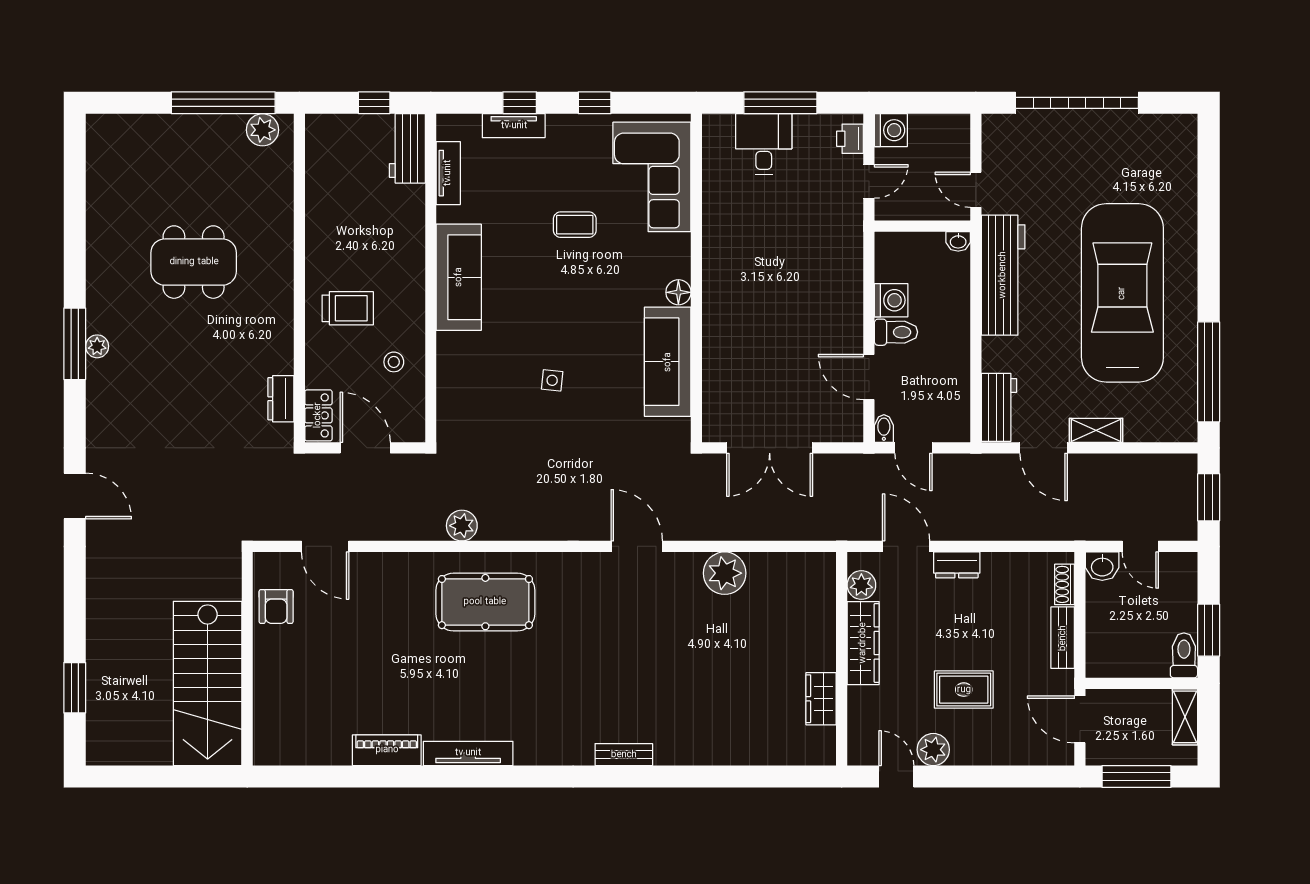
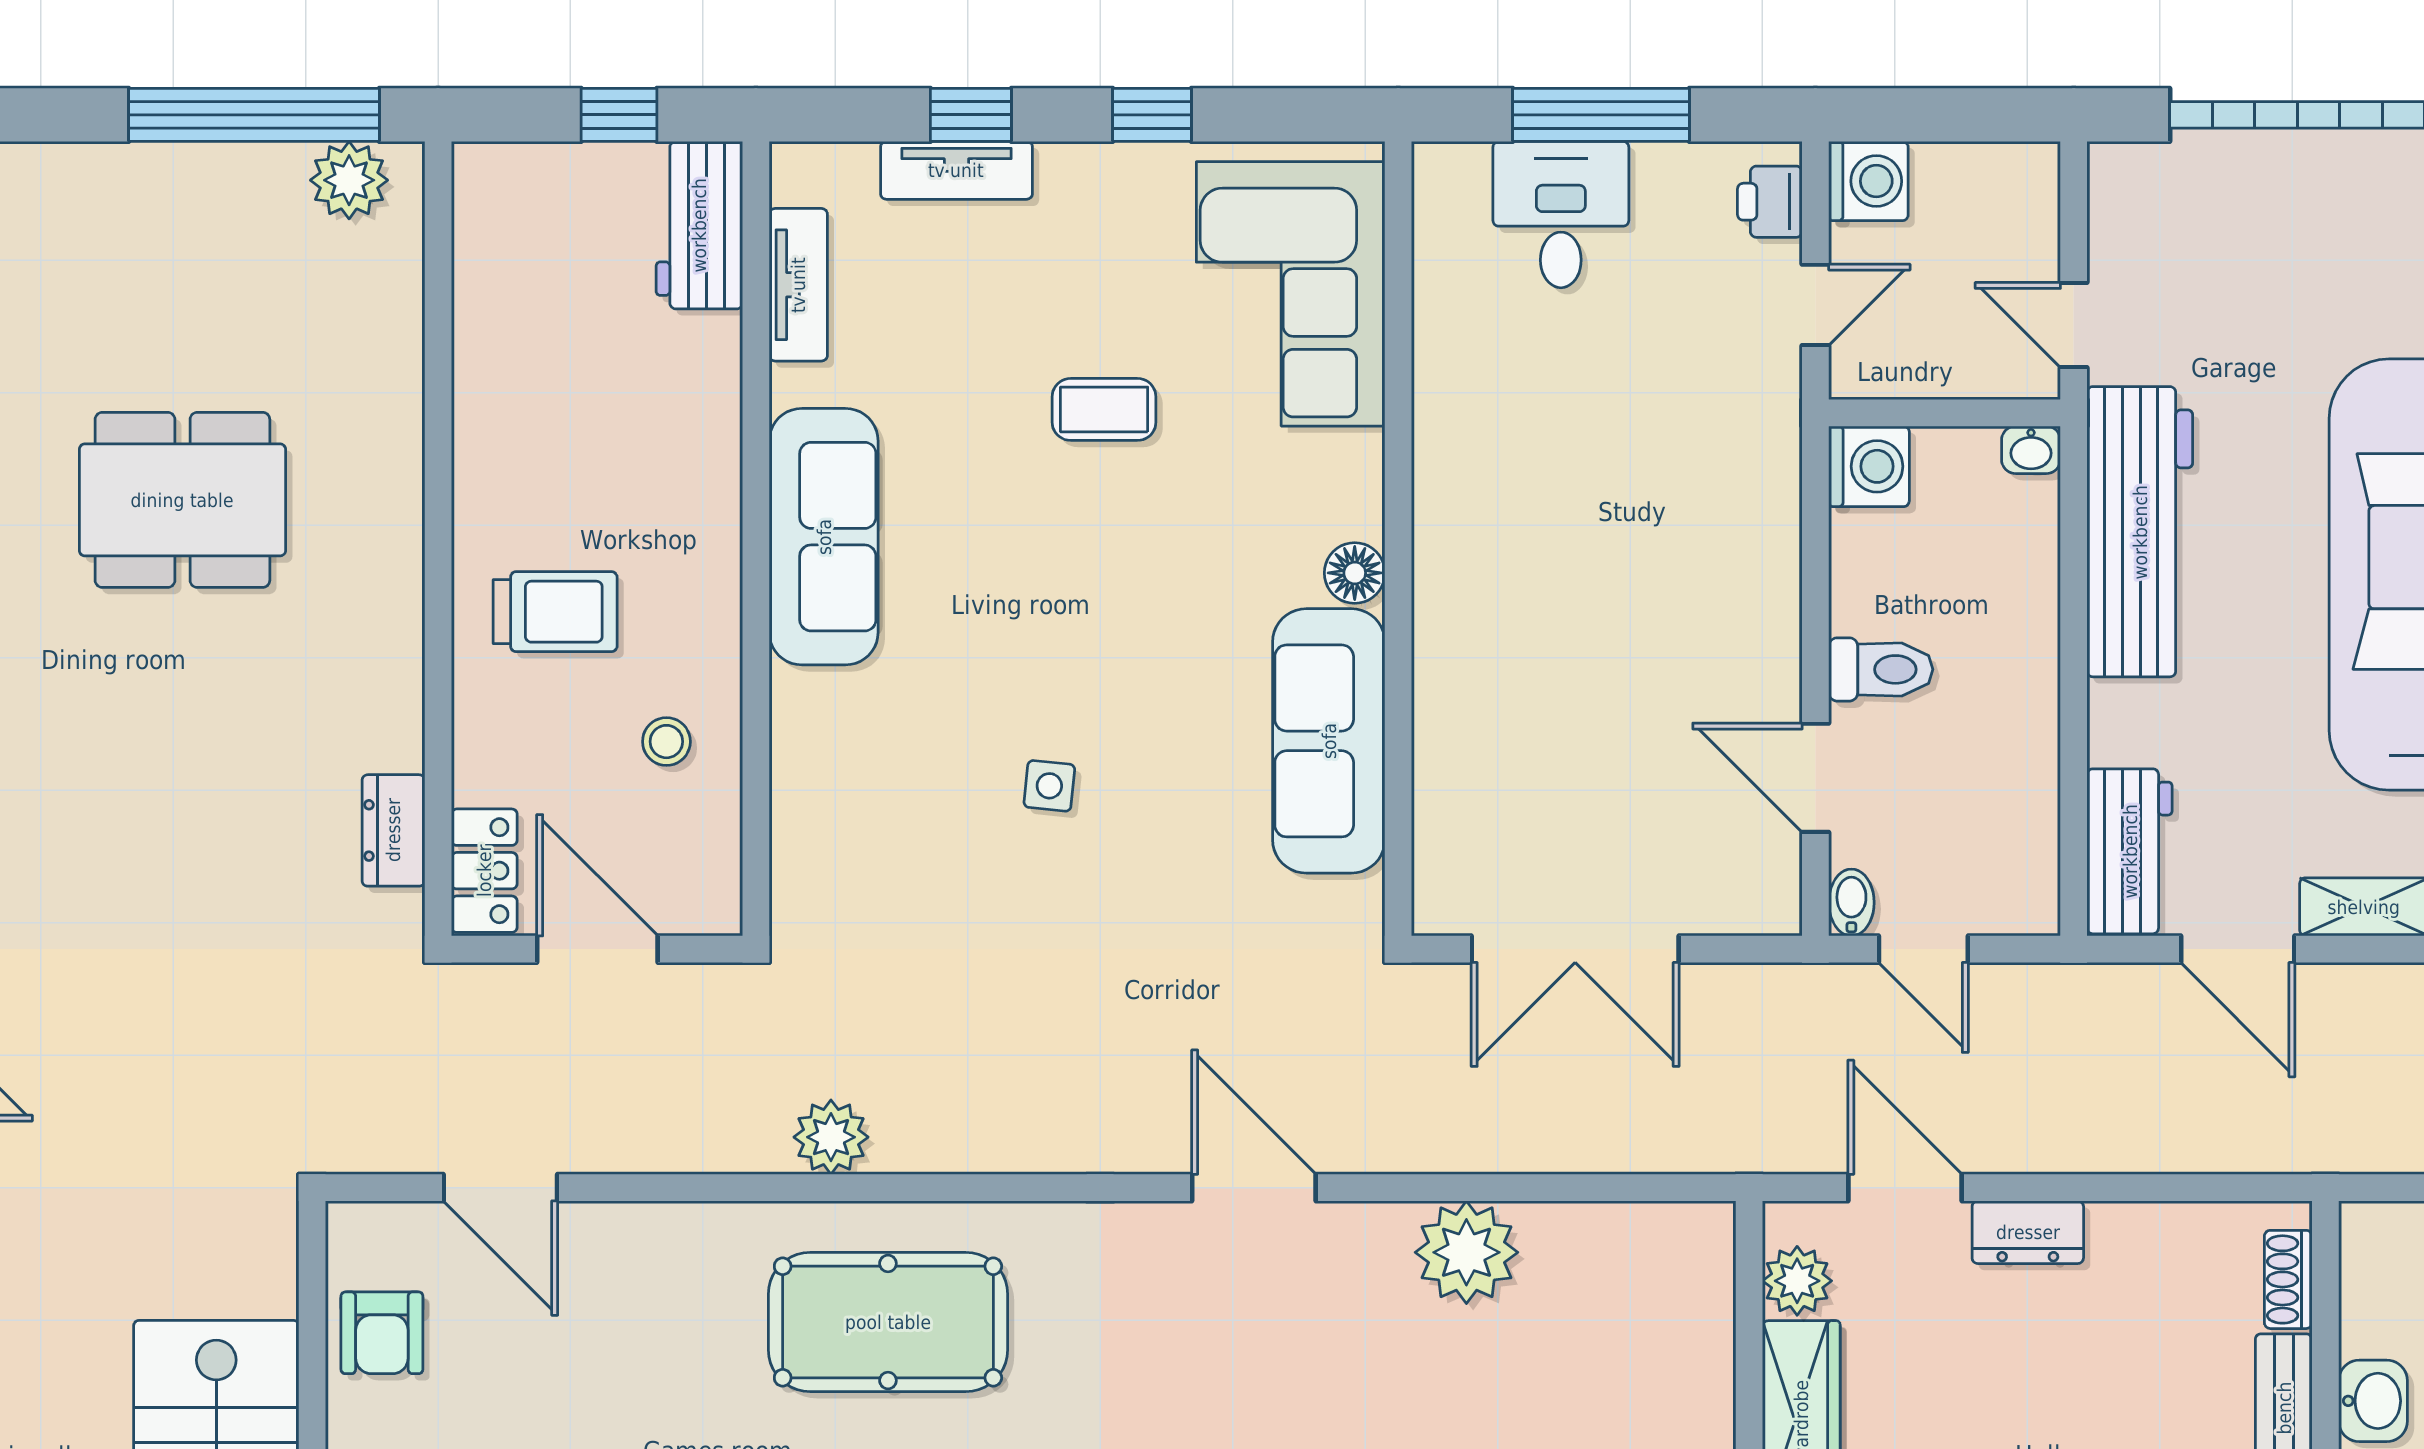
washing machine: (891, 300) -> (1869, 466), moved
washbasin: (1102, 566) -> (2373, 1401), moved, turned -90

